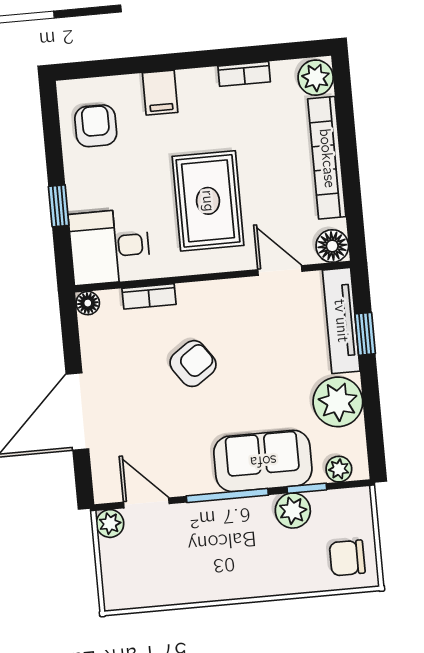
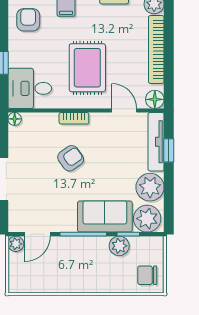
bookcase: (149, 296) -> (74, 118), moved
plant: (339, 469) -> (147, 219), width x1.87, depth x1.87
door: (146, 503) -> (37, 234), swing flipped

